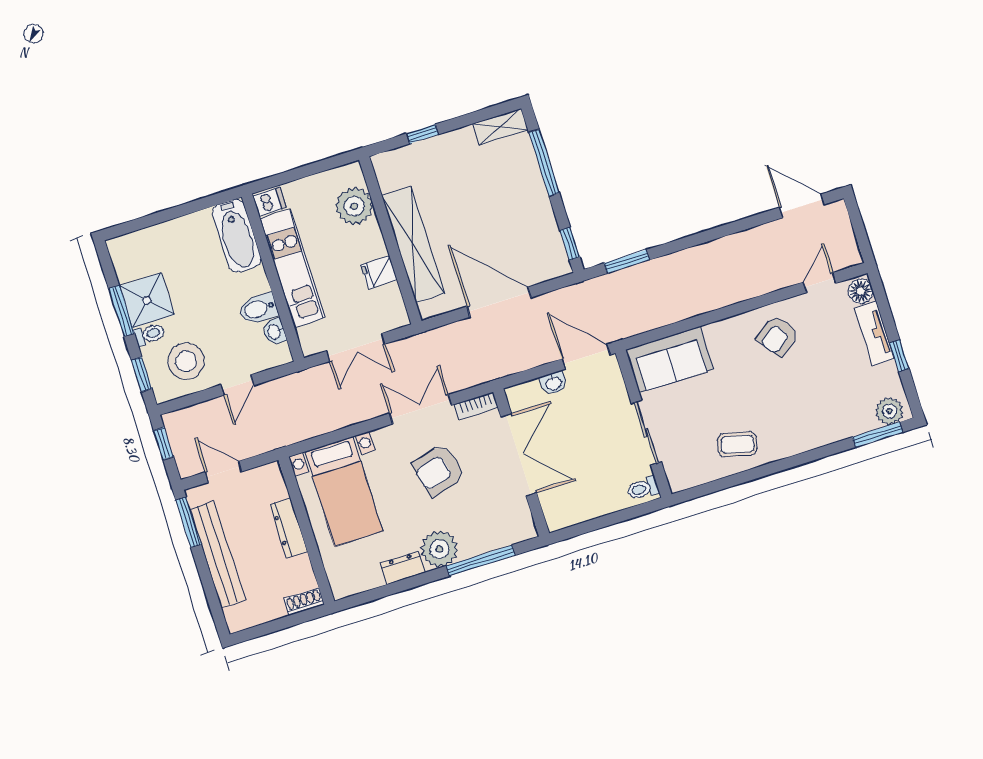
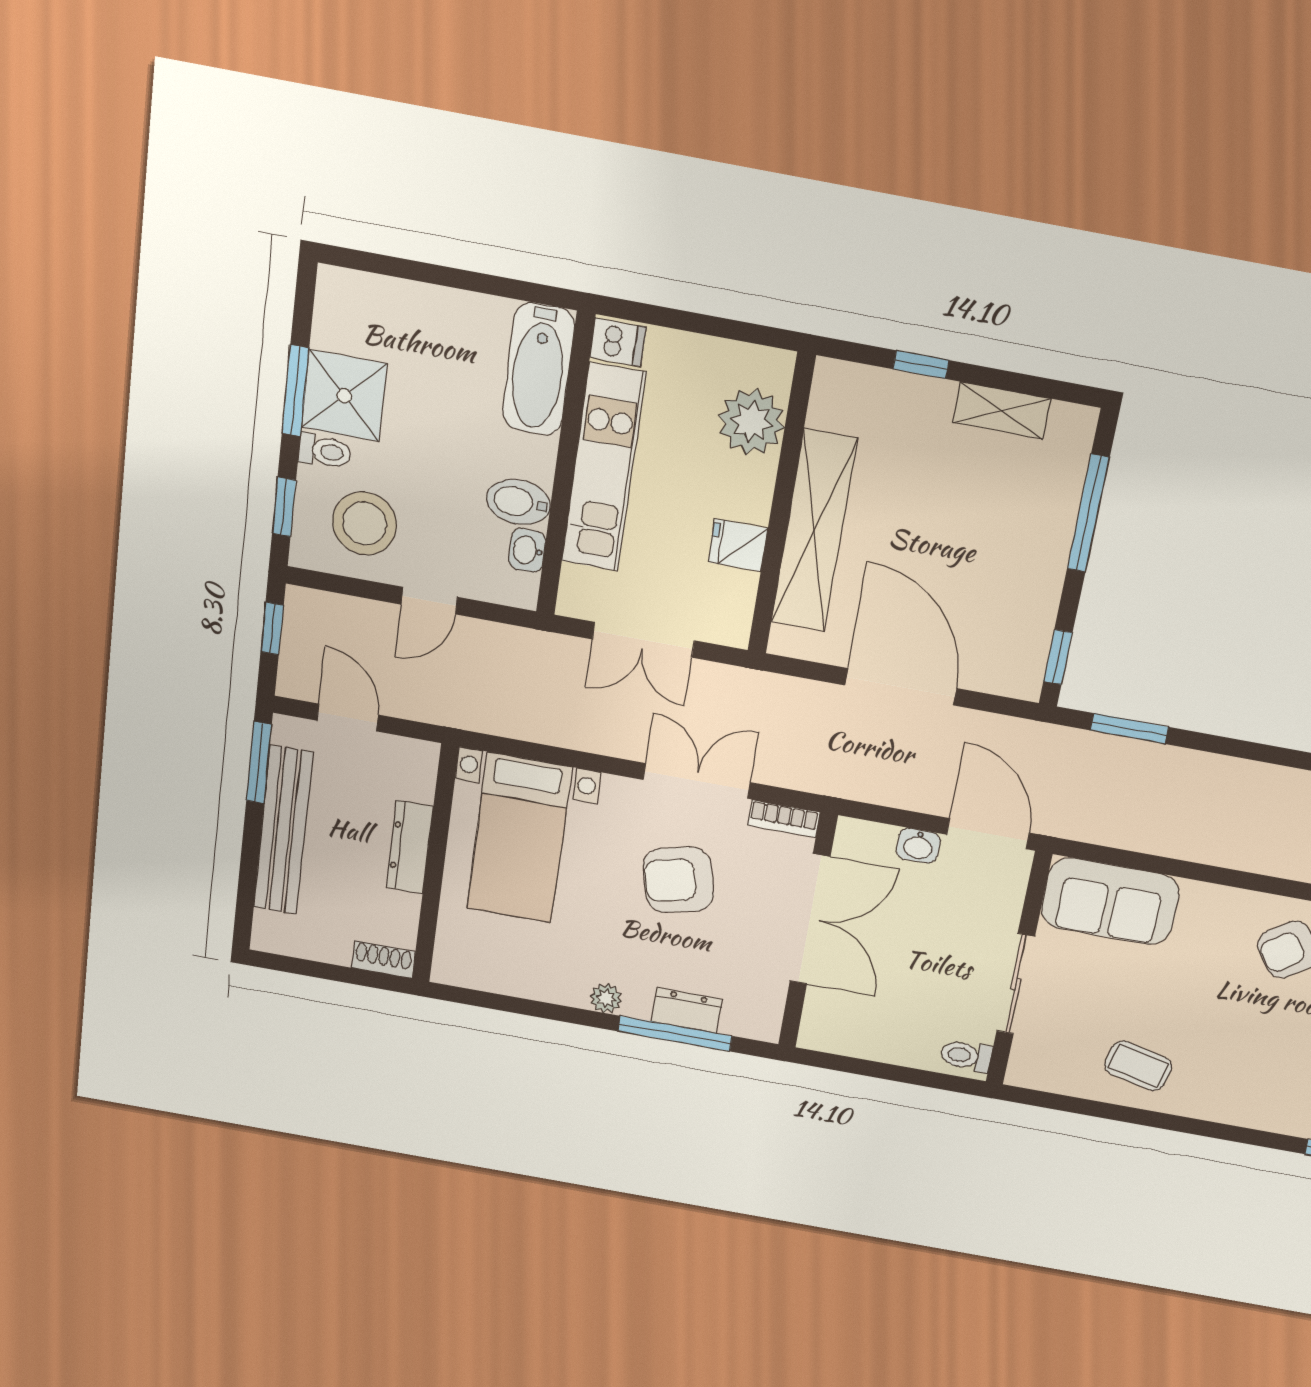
shelving: (500, 127) -> (1002, 411), moved
plant: (439, 549) -> (606, 998), width x0.53, depth x0.53
dresser: (403, 568) -> (687, 1010), moved

